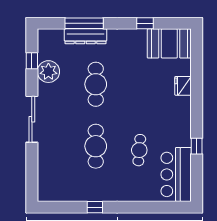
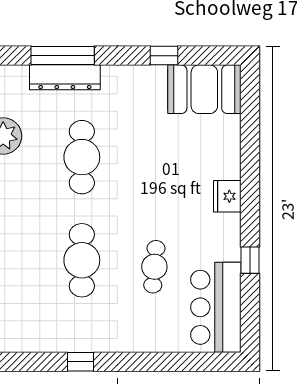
fridge: (183, 86) -> (227, 196), moved

